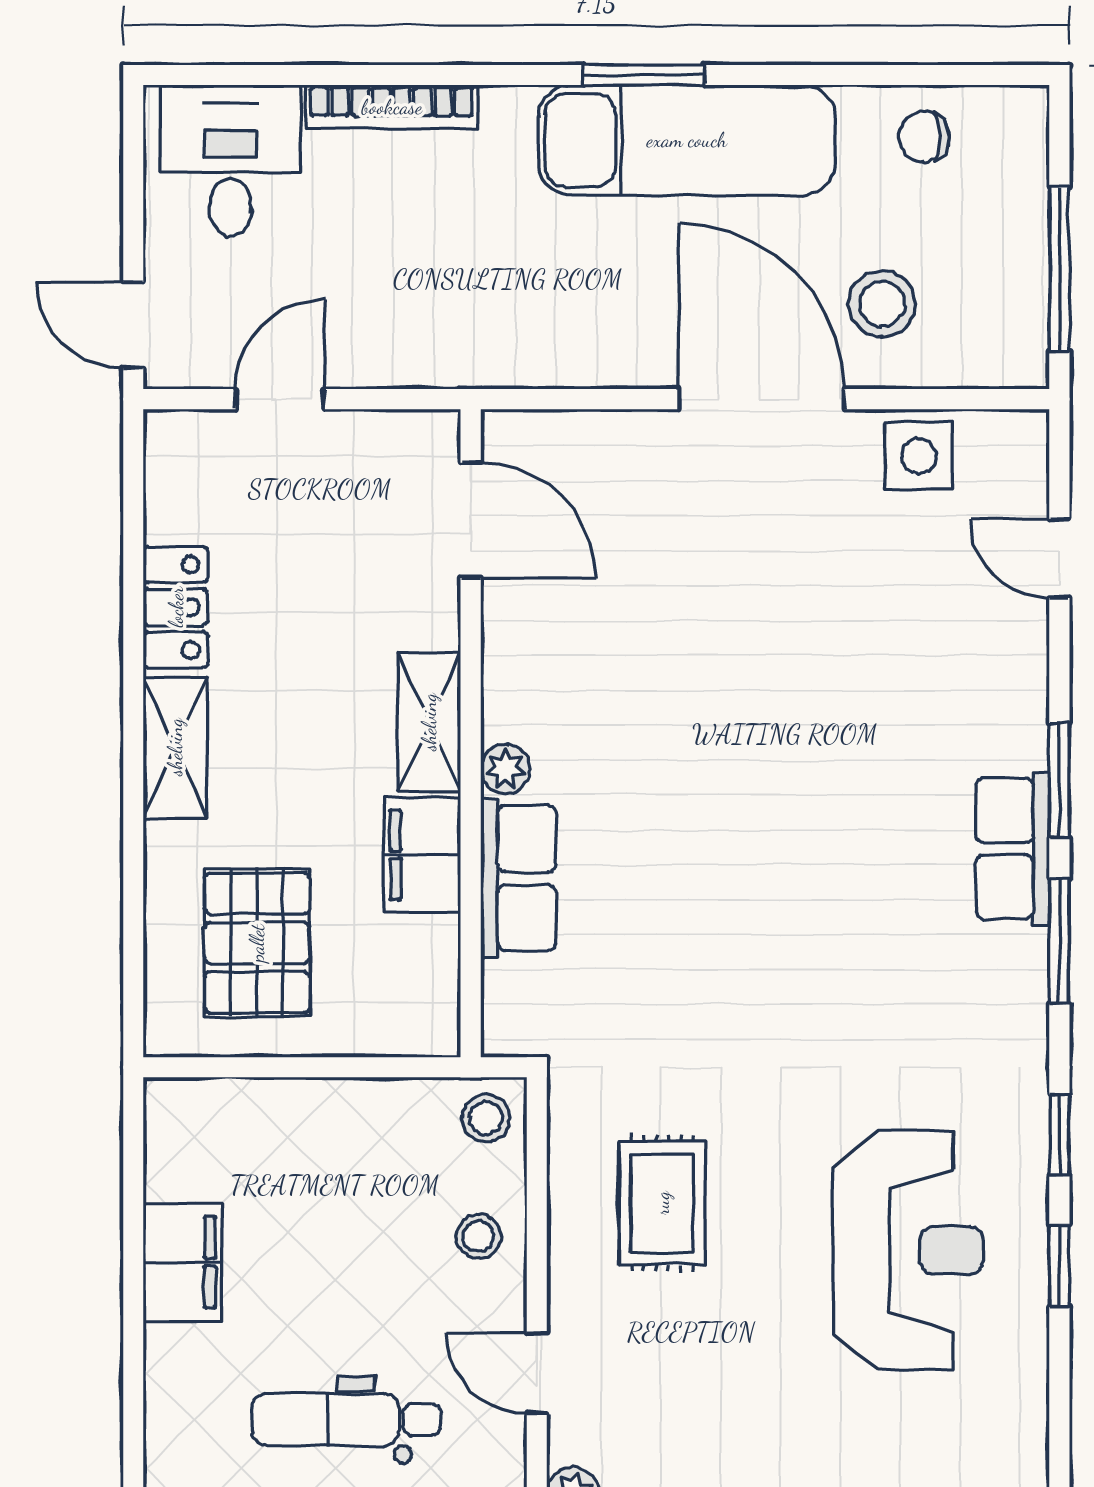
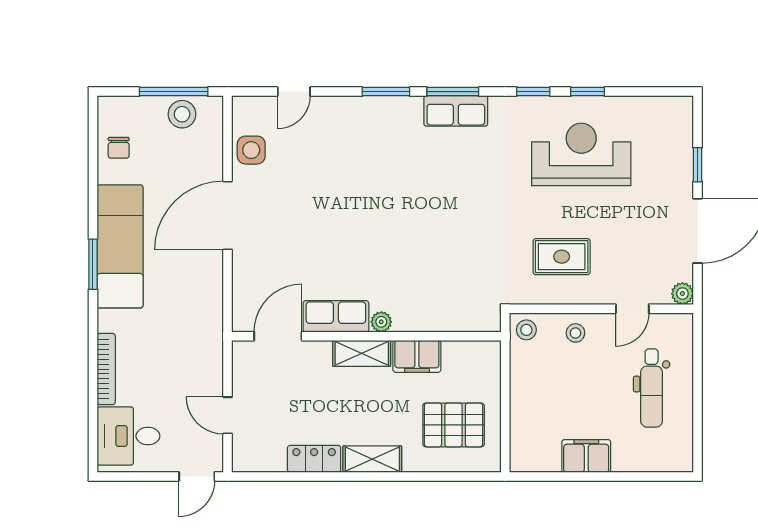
stool: (882, 304) -> (182, 114), moved
row of seats: (1013, 849) -> (456, 111), moved
row of seats: (518, 878) -> (336, 316), moved

